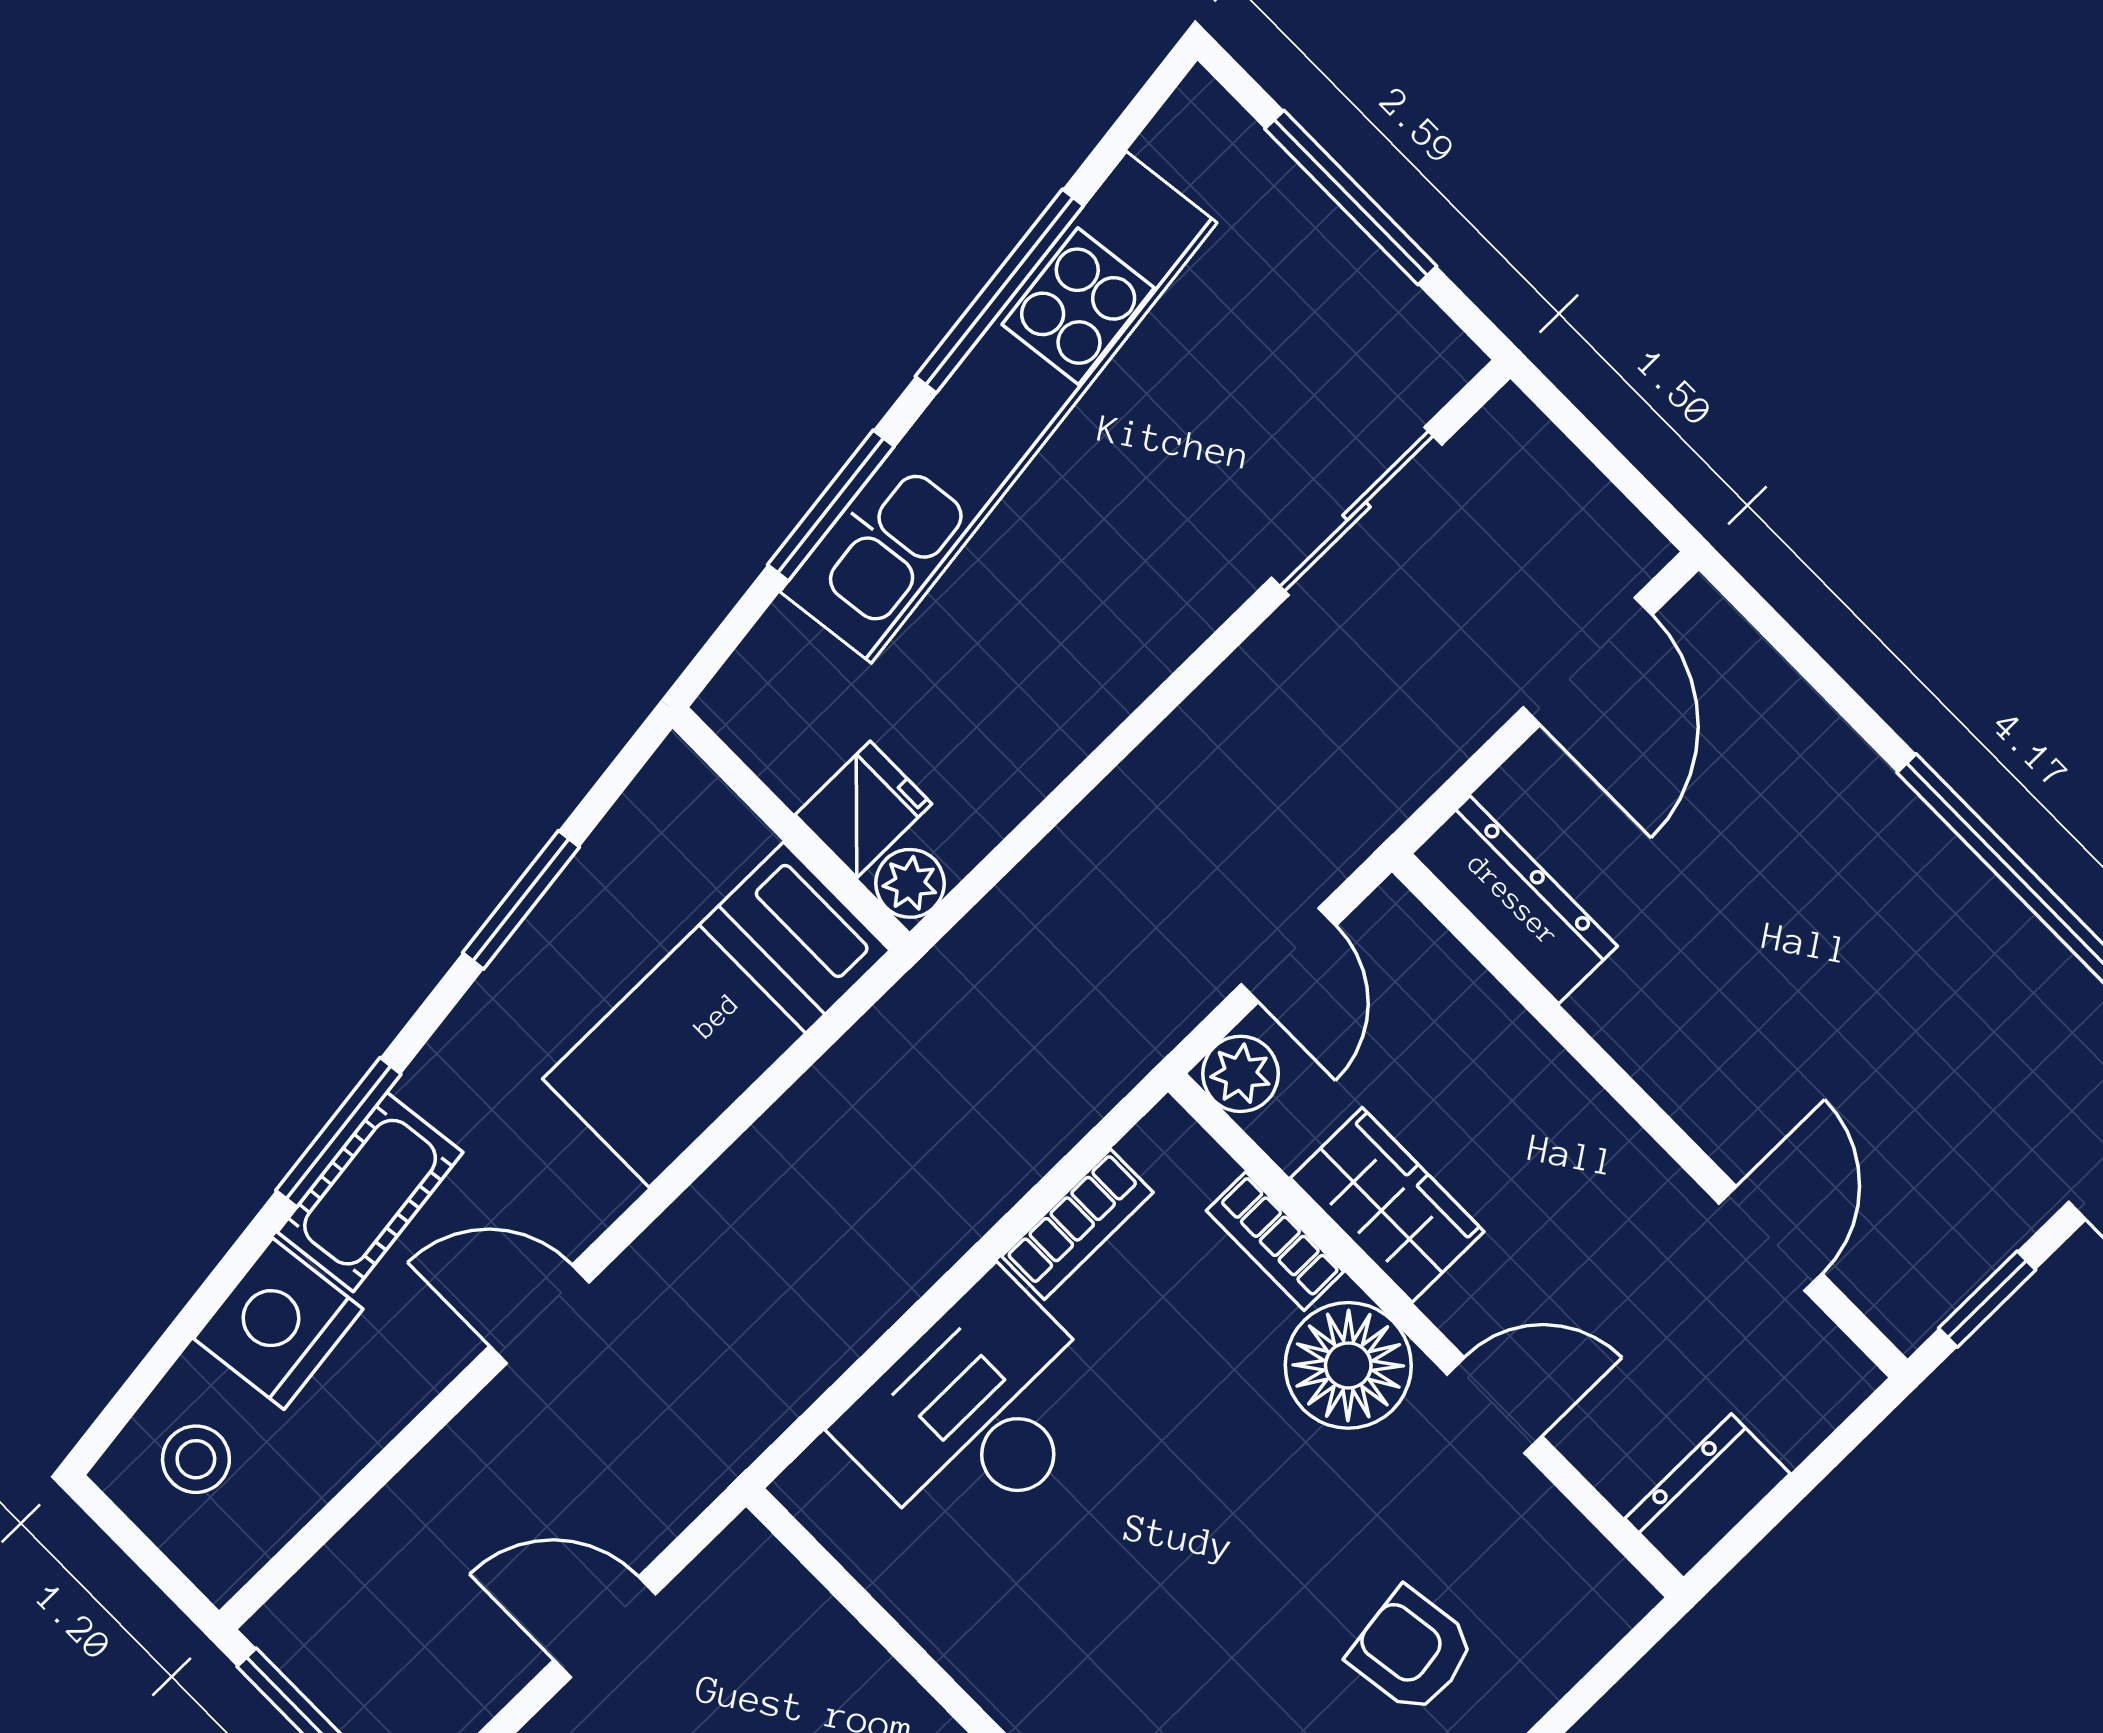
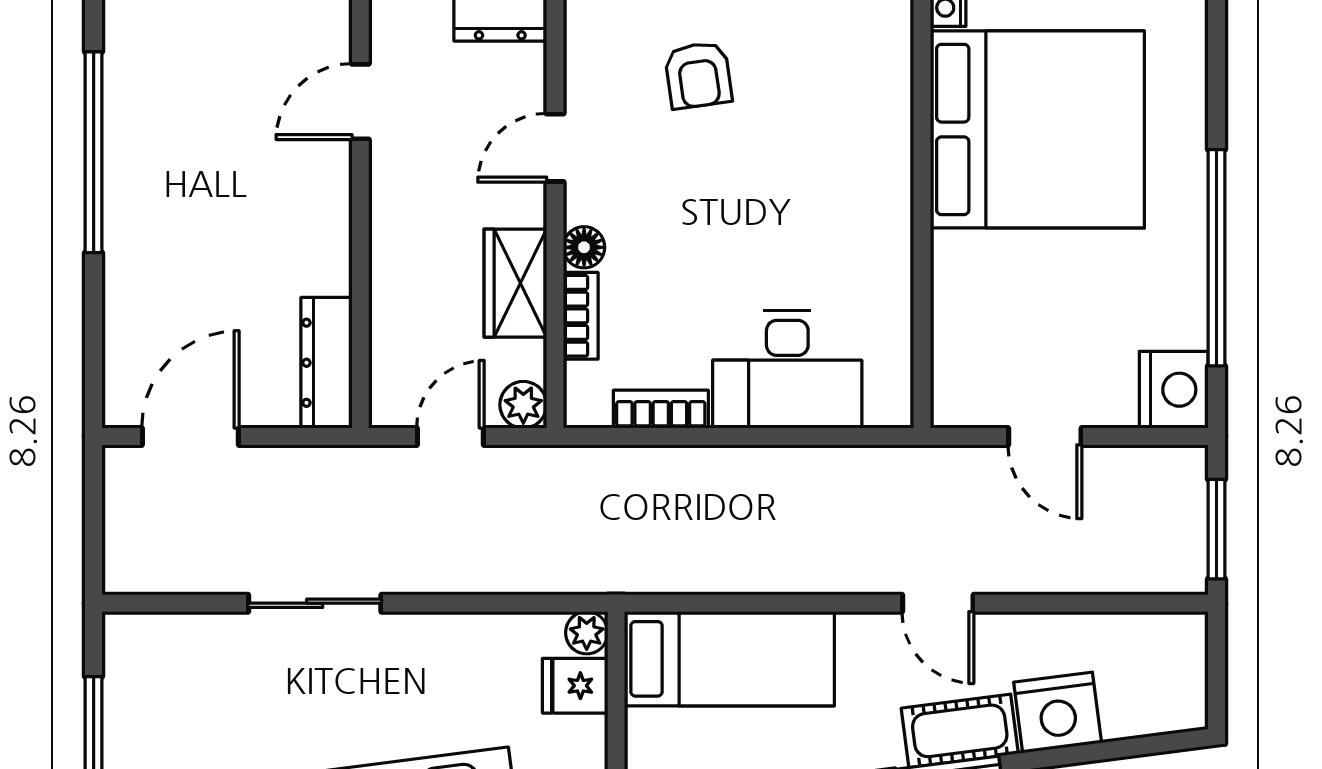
sliding door: (1357, 511) -> (315, 603), moved
floor lamp: (1348, 1365) -> (584, 247), width x0.53, depth x0.53
door: (1495, 1405) -> (555, 148), hinge flipped
stool: (196, 1459) -> (1153, 688), removed

